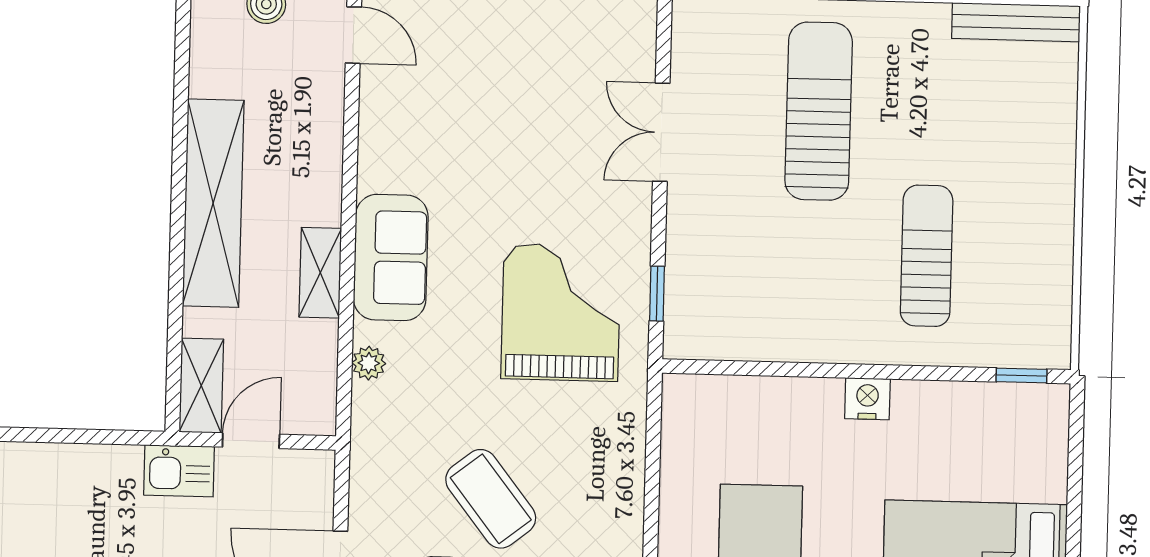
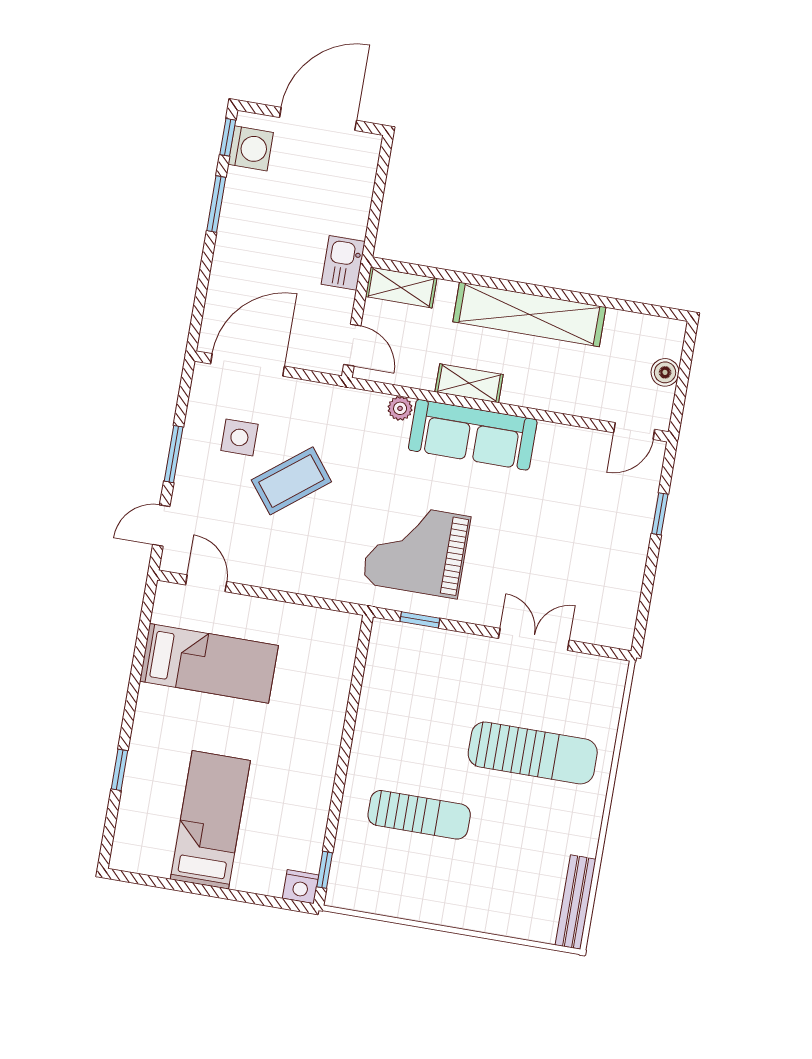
sofa: (391, 257) -> (473, 435), width x1.36
grand piano: (561, 312) -> (416, 550), turned 180
nightstand: (867, 399) -> (301, 887), moved, turned 90
door: (251, 441) -> (352, 345), moved

